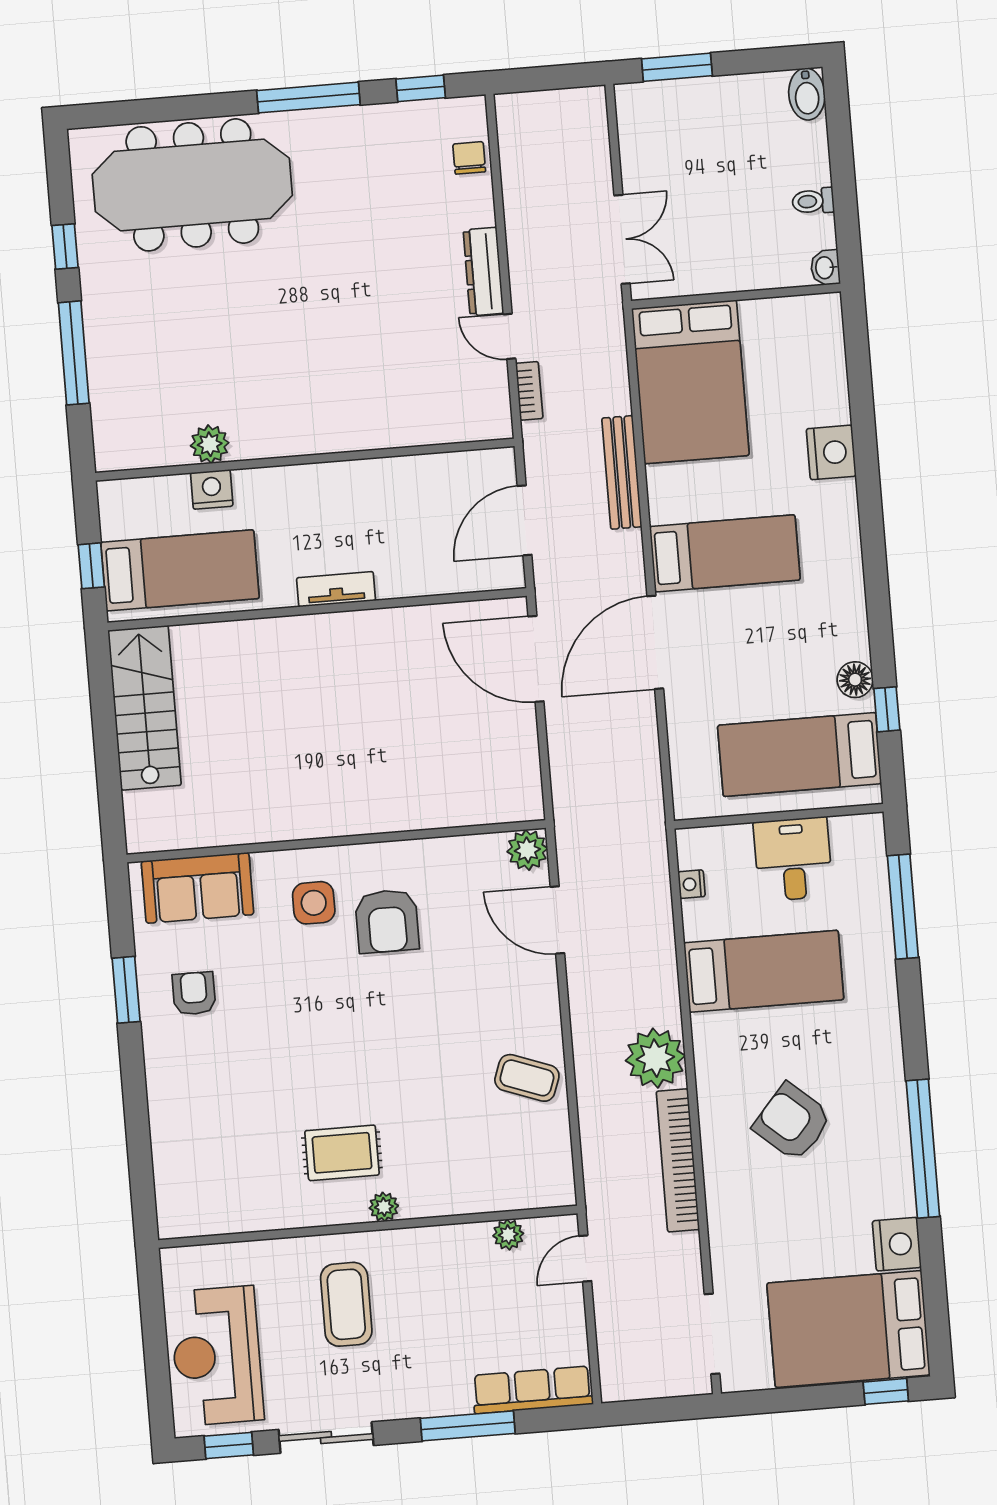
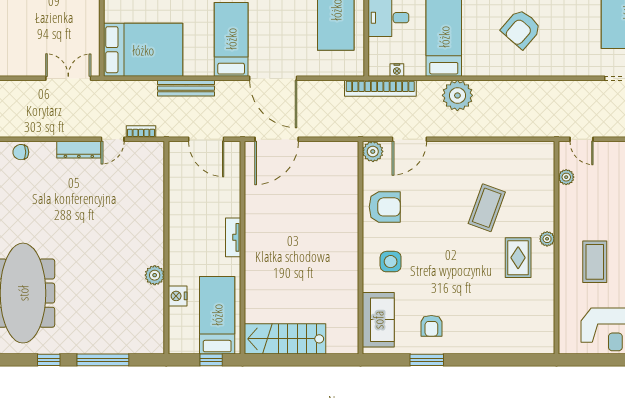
plant: (210, 444) -> (155, 275), moved
armchair: (387, 921) -> (385, 207), moved
armchair: (194, 993) -> (431, 326), turned -90
plant: (655, 1058) -> (457, 95), moved
coffee table: (527, 1078) -> (487, 208), moved, width x1.36, depth x1.30
bookcase: (678, 1160) -> (380, 88), moved
coffee table: (346, 1304) -> (595, 262), turned 90

